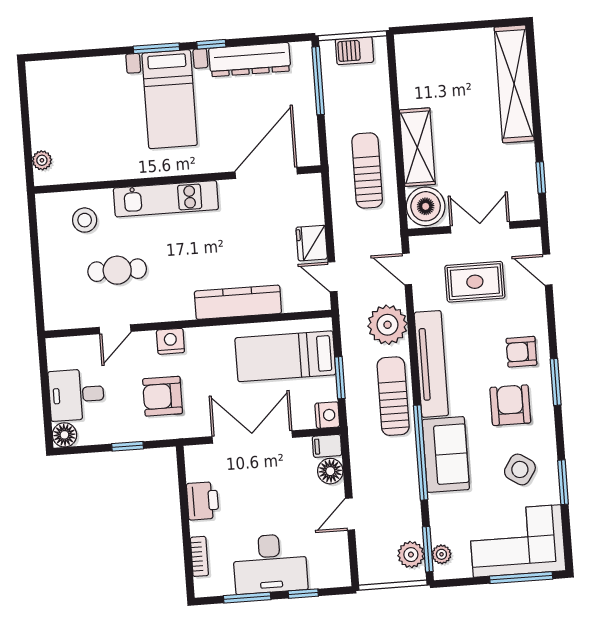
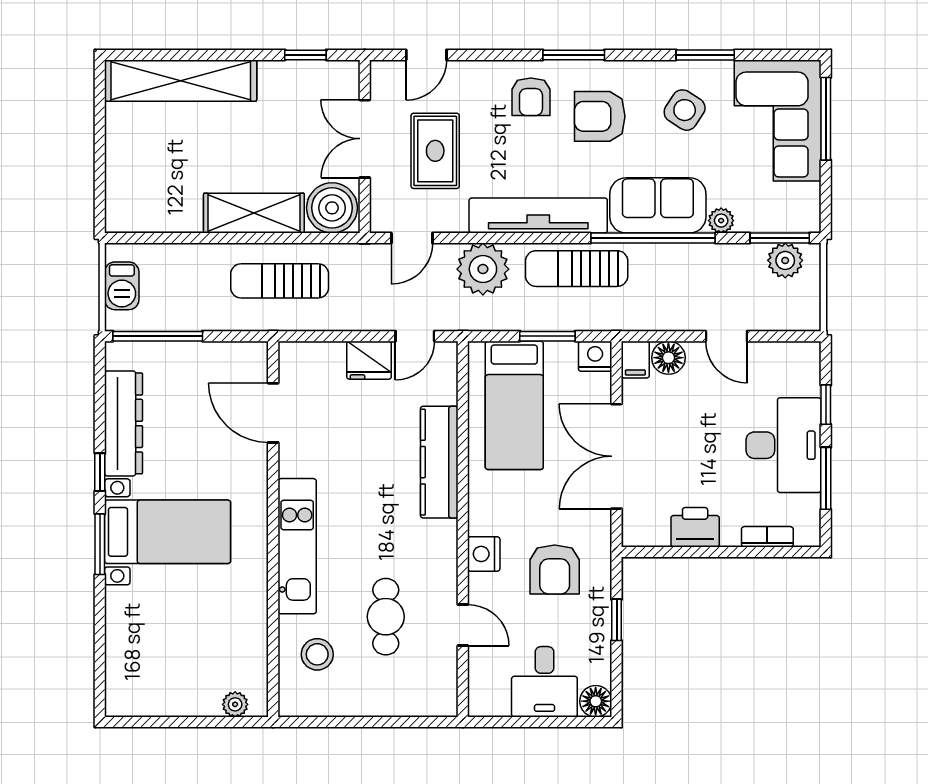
door: (266, 173) -> (273, 413), width x0.73
plant: (441, 554) -> (721, 221), moved

